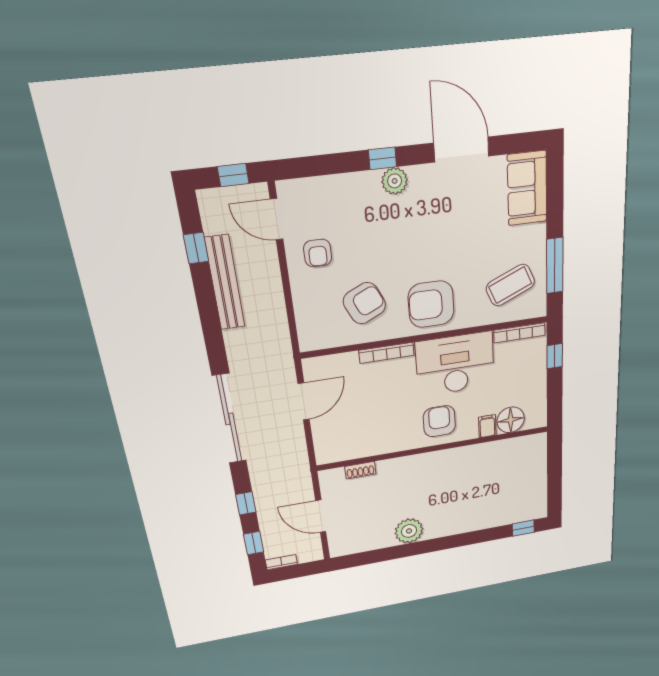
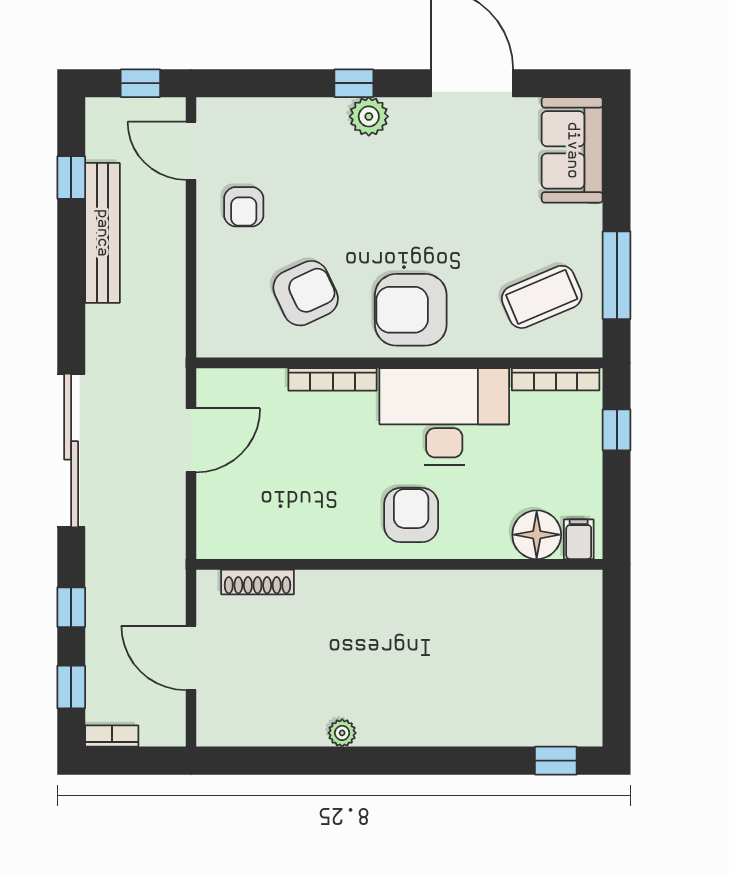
filing cabinet: (487, 426) -> (579, 539), moved
shoe rack: (360, 470) -> (258, 582), width x1.43
plant: (409, 531) -> (342, 733), width x0.53, depth x0.53

